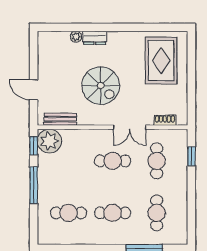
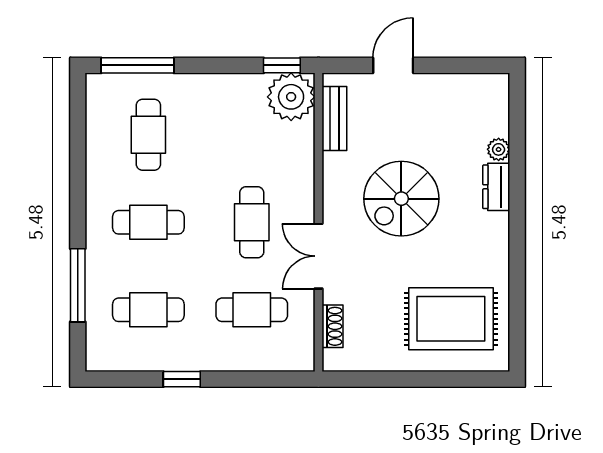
window: (191, 156) -> (182, 379), moved
window: (34, 185) -> (137, 65), moved
cafe table: (113, 213) -> (148, 222), turned 90

